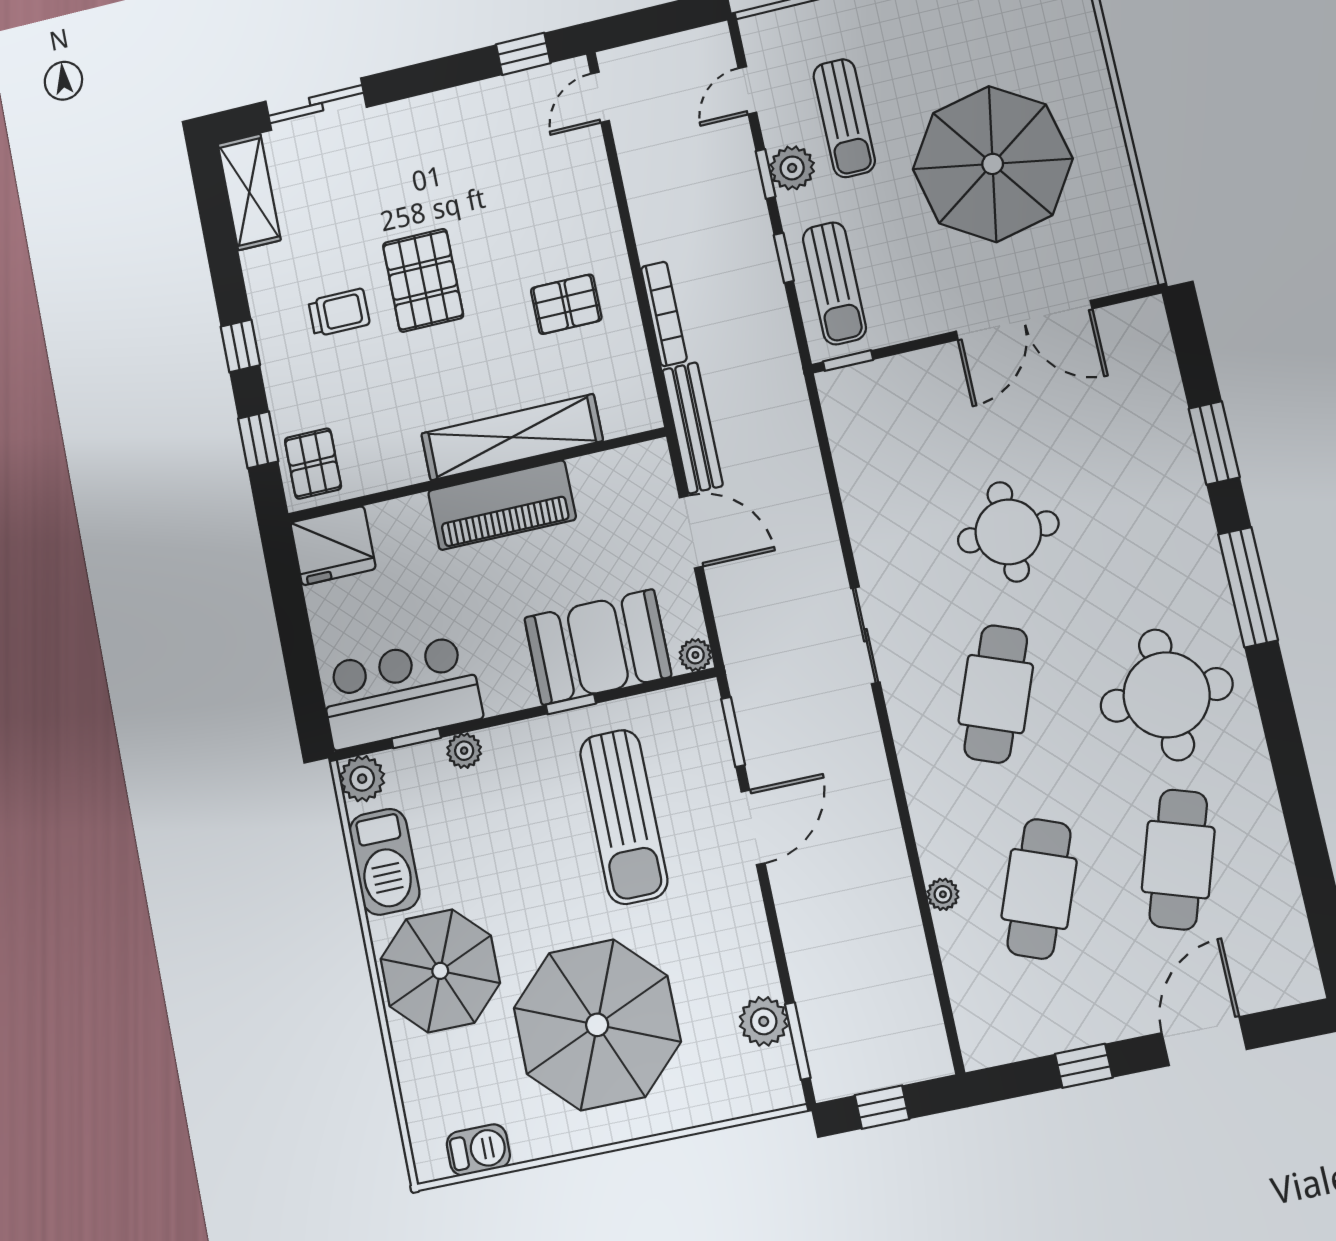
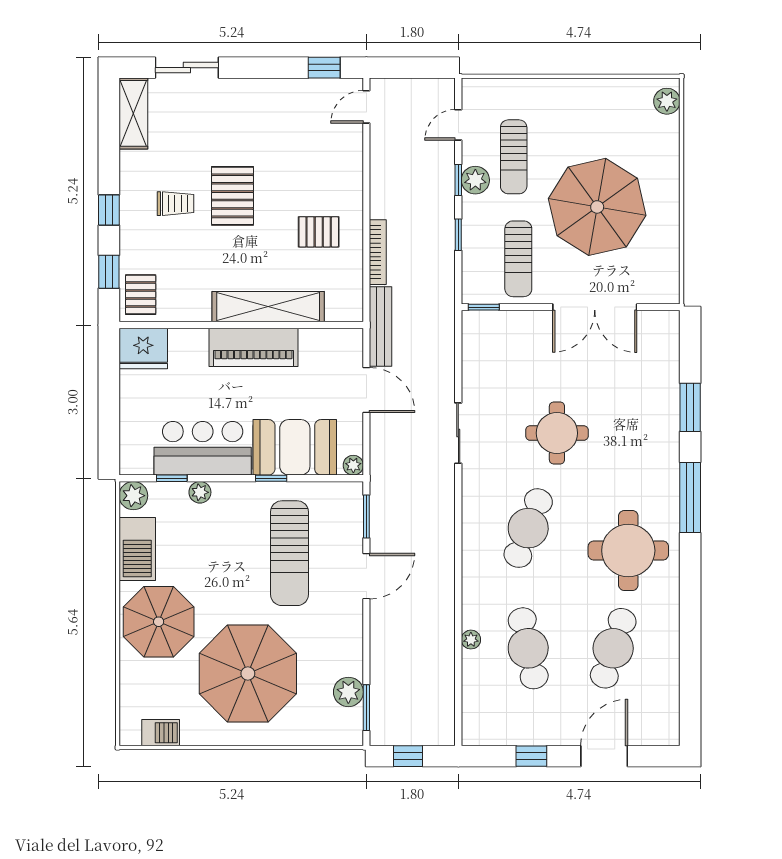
sun lounger: (834, 283) -> (518, 259), moved
sliding door: (865, 635) -> (458, 433), moved
bar counter: (401, 692) -> (203, 448), moved
cafe table: (1039, 889) -> (528, 648), turned -33

